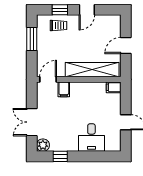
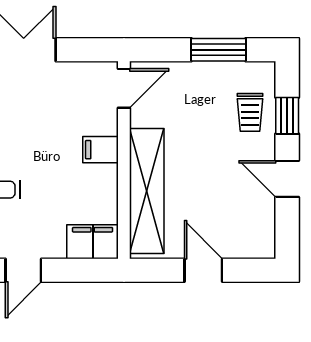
door: (48, 79) -> (124, 88), hinge flipped
filing cabinet: (114, 87) -> (93, 242), width x2.00
filing cabinet: (64, 89) -> (101, 150), moved

